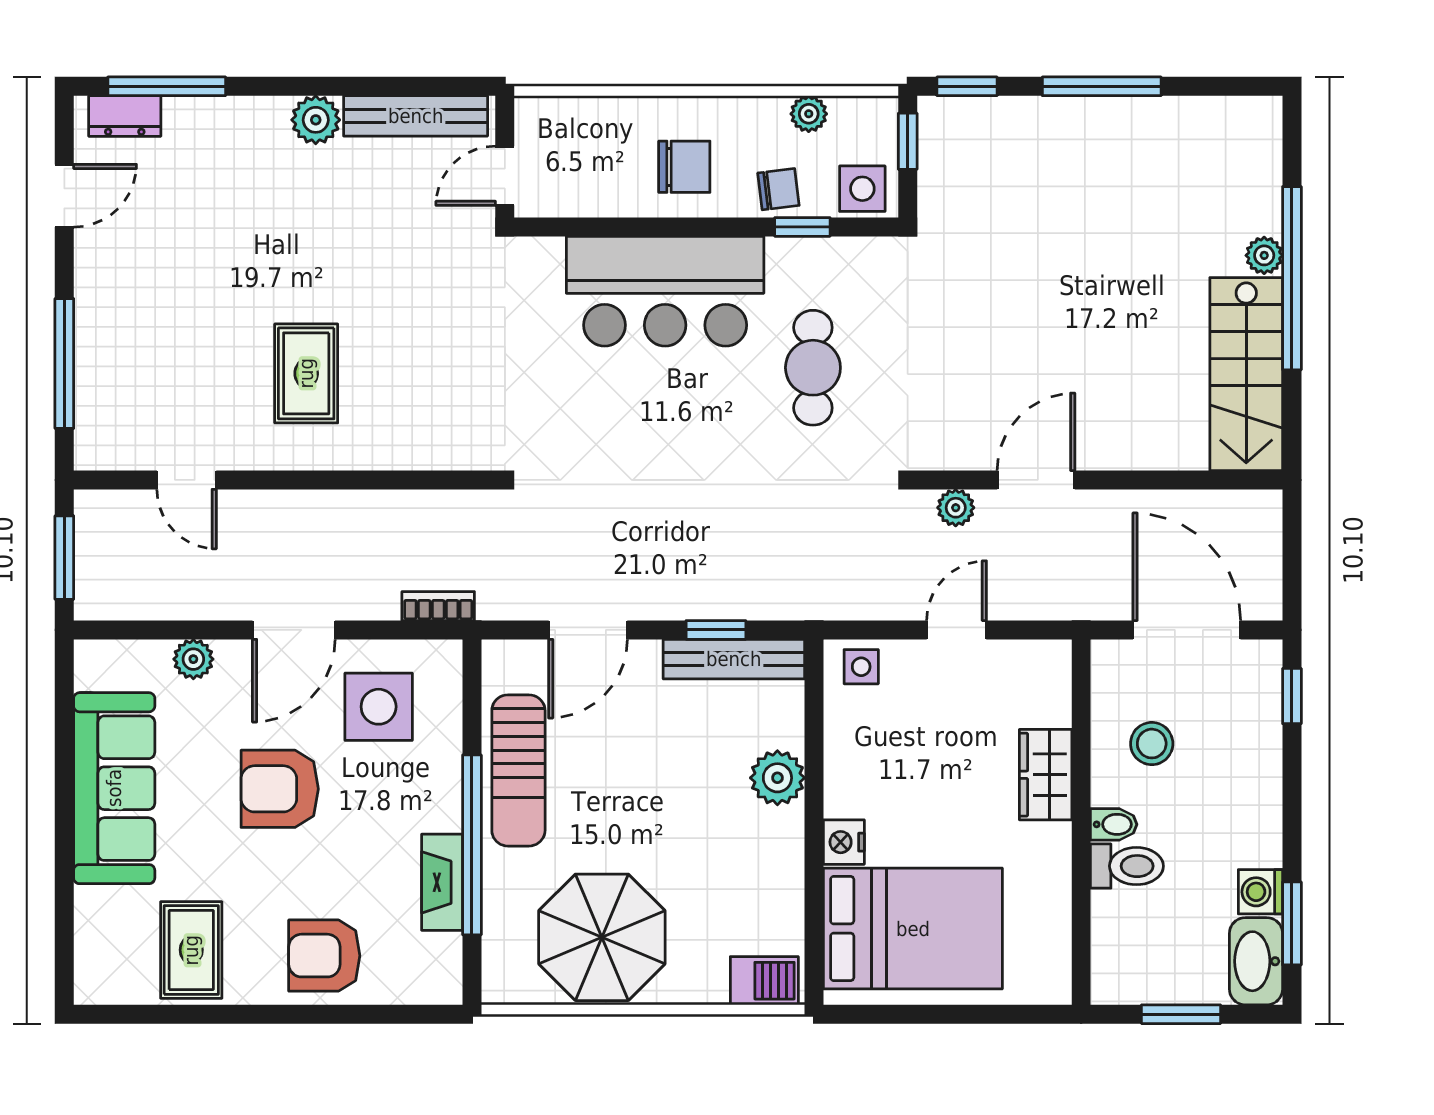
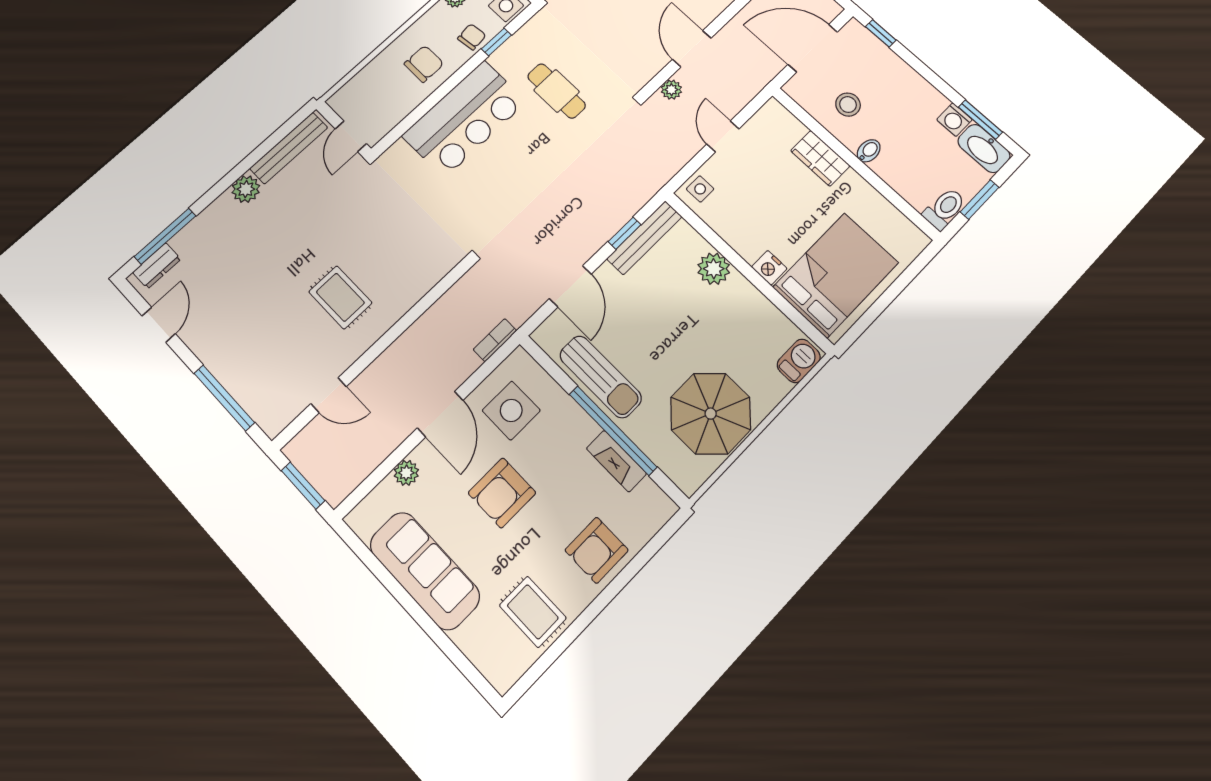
toilet: (1127, 866) -> (944, 209), moved

